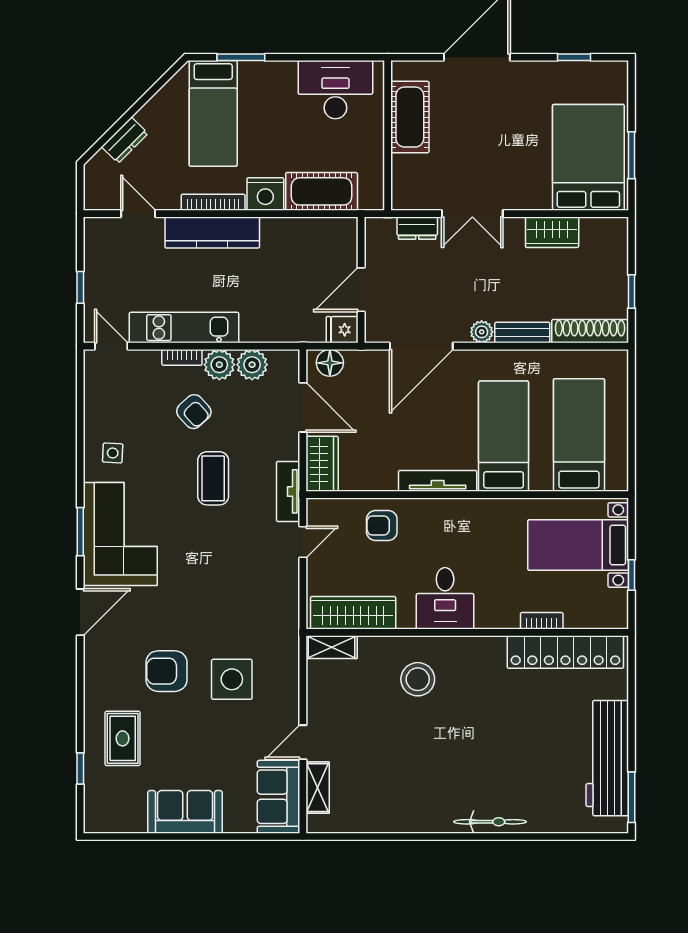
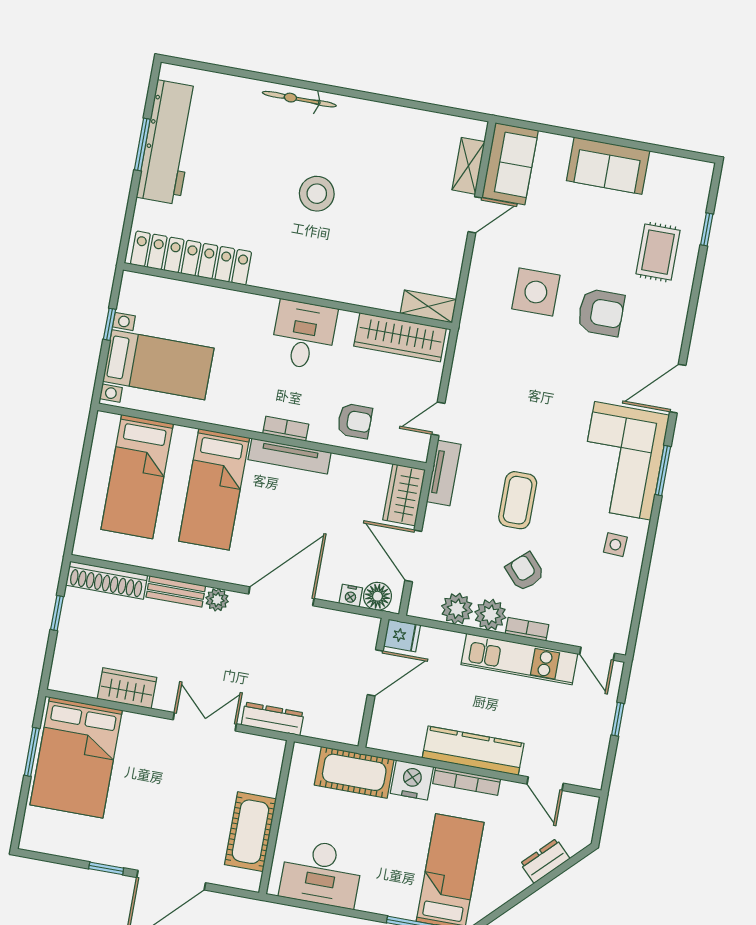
window: (574, 57) -> (106, 868), moved
dresser: (417, 228) -> (273, 719), width x1.44
wall: (361, 280) -> (373, 683), moved
door: (361, 290) -> (375, 673), moved
fridge: (342, 330) -> (402, 635), moved
nightstand: (355, 359) -> (351, 596), added
bookcase: (542, 621) -> (286, 429), moved, turned 180
stool: (418, 679) -> (317, 194), moved
window: (631, 797) -> (142, 145), moved

